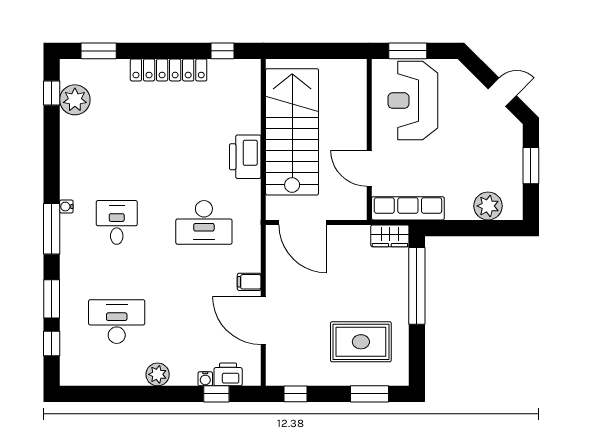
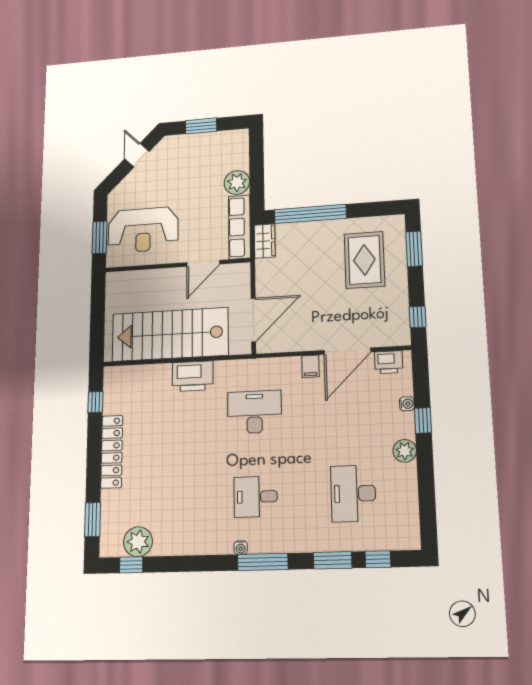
plant: (488, 206) -> (237, 182), moved
desk: (204, 222) -> (255, 412), turned -90
printer: (228, 374) -> (389, 362), moved, turned -90
window: (216, 394) -> (423, 420), moved

